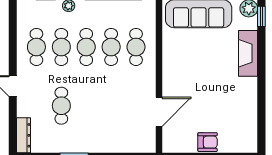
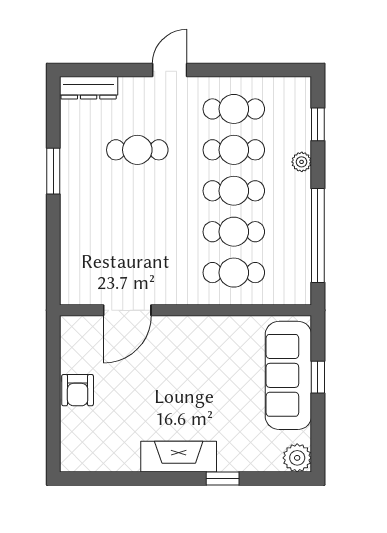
window: (261, 16) -> (223, 479), moved
fireplace: (248, 53) -> (179, 457), moved
door: (159, 112) -> (127, 310), hinge flipped

